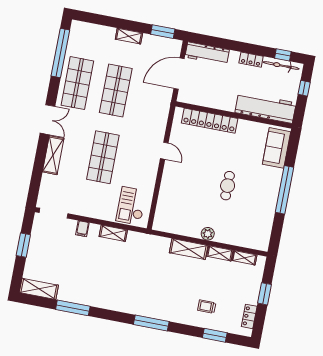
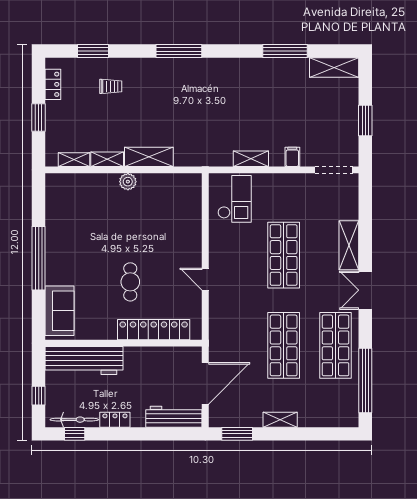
cafe table: (228, 186) -> (130, 282), moved

